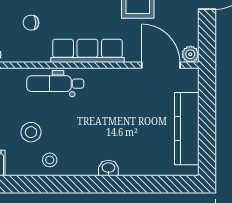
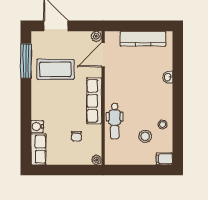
washbasin: (108, 168) -> (168, 77), moved

